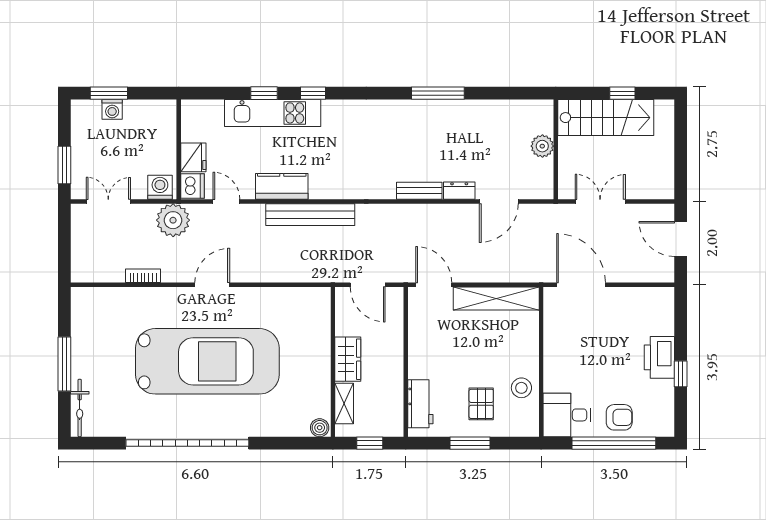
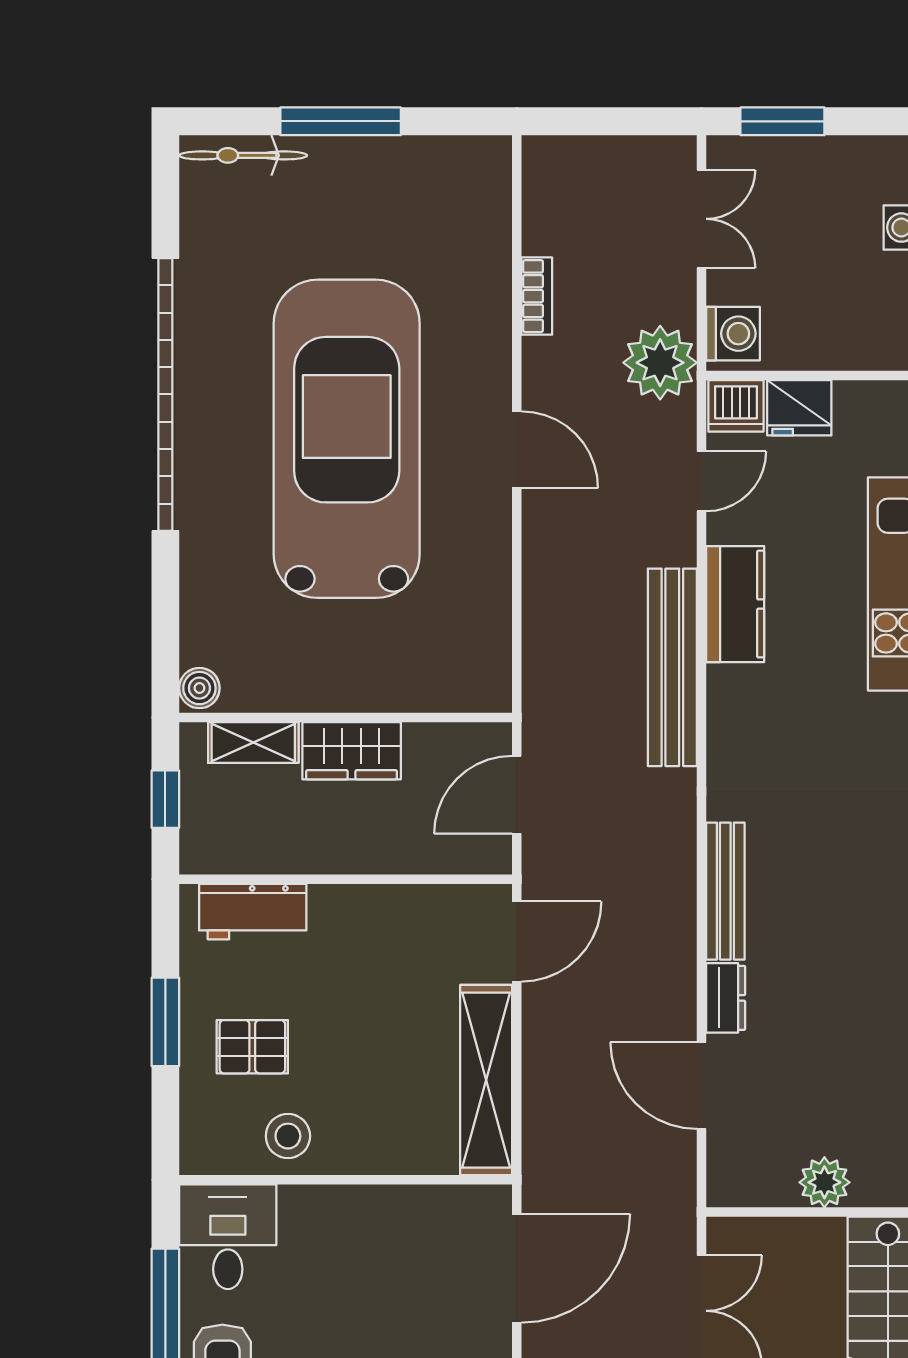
bench: (419, 191) -> (725, 891), width x1.36
car: (207, 361) -> (347, 439), turned 180

